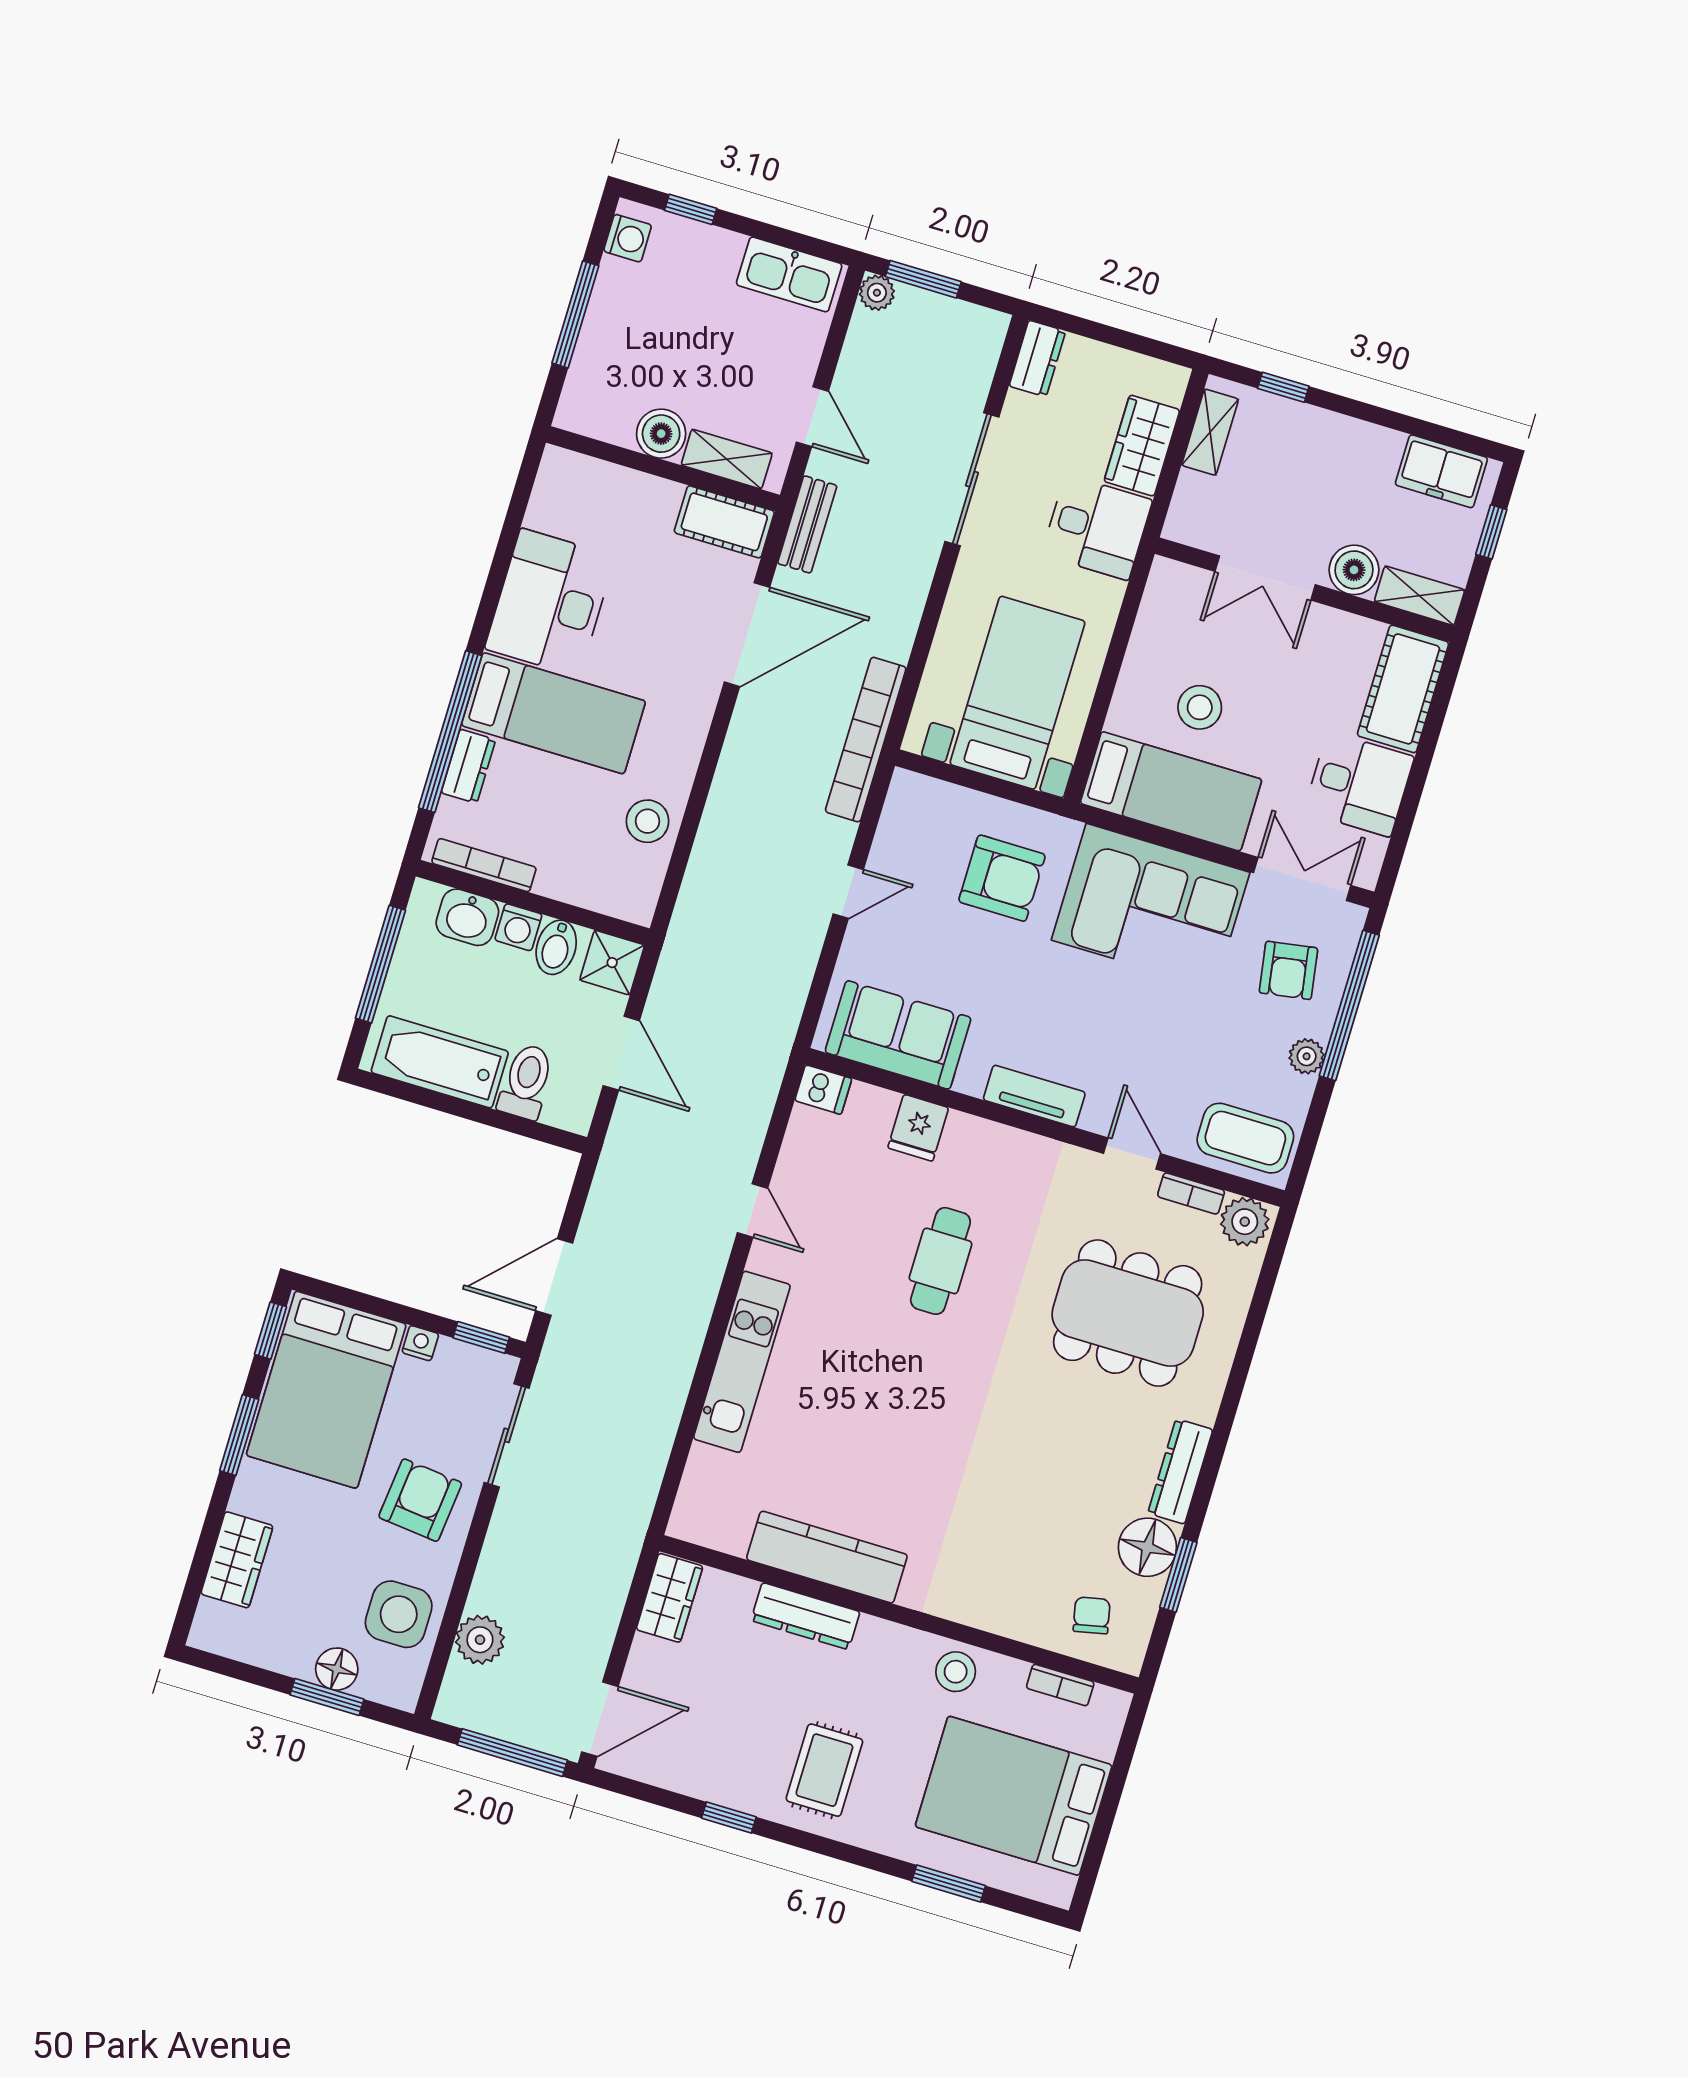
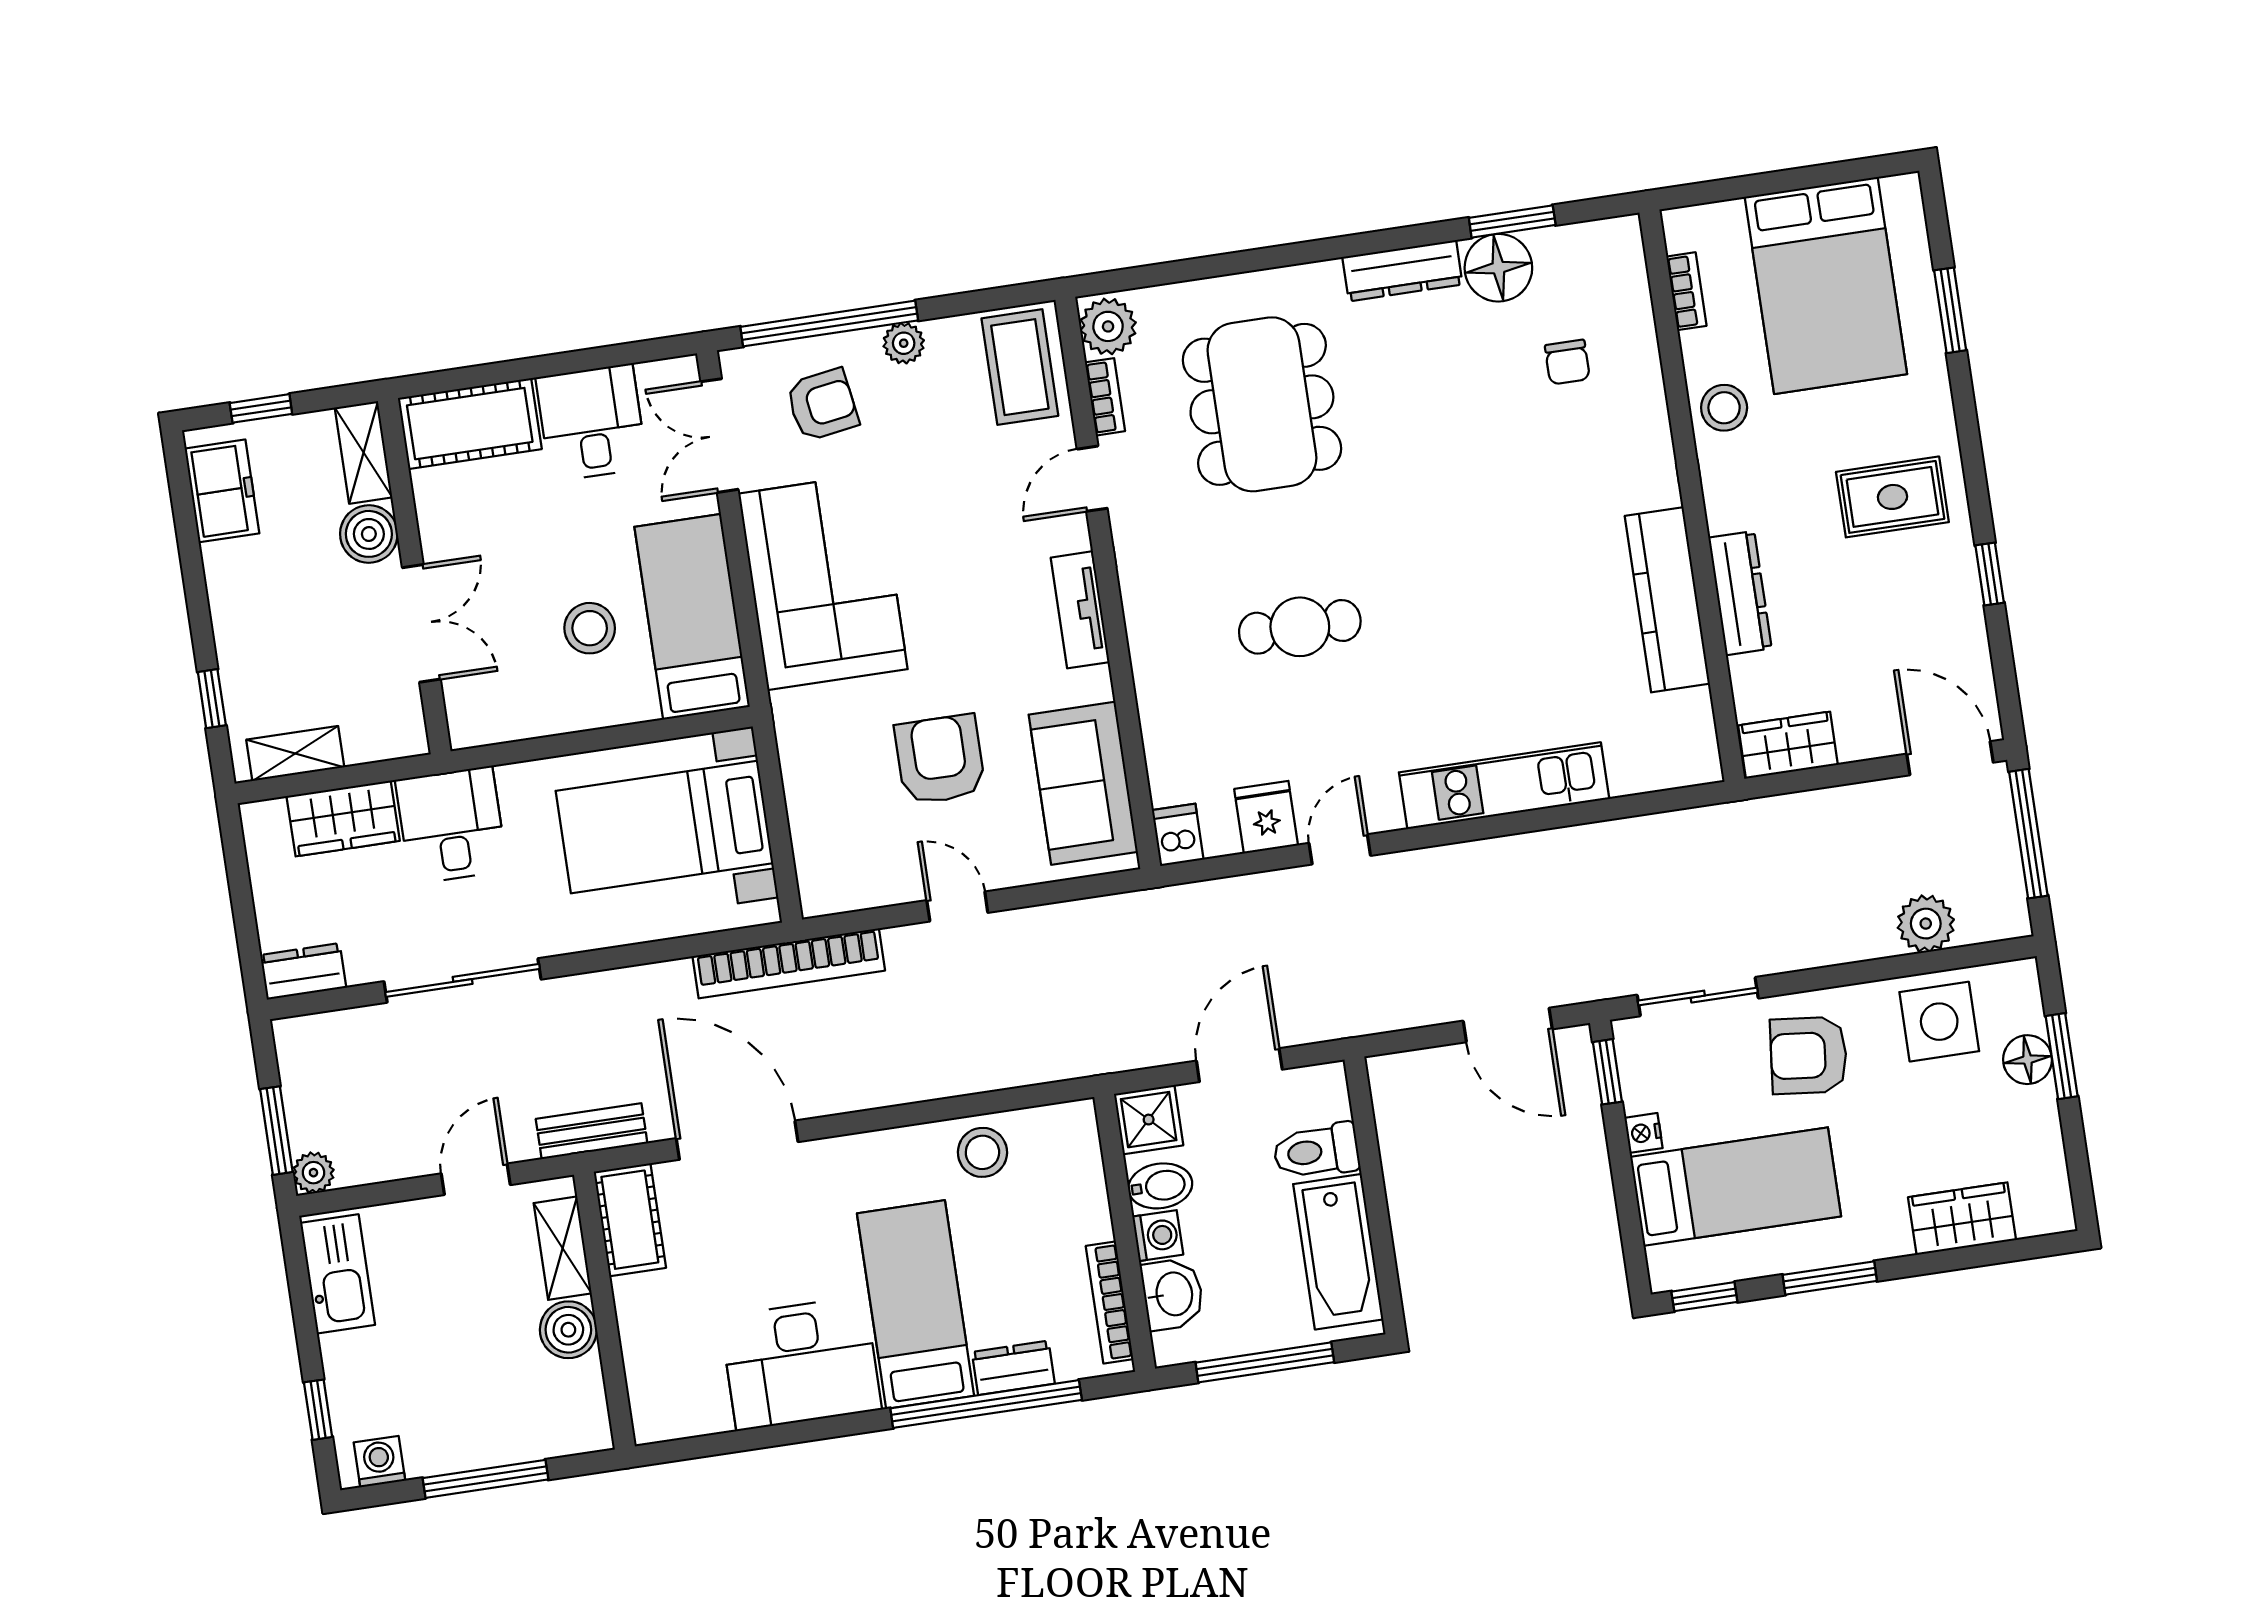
armchair: (1002, 878) -> (940, 759), moved
fridge: (918, 1128) -> (1266, 817), moved, turned -90
bed: (326, 1390) -> (1736, 1187), width x0.67
chair: (1092, 1615) -> (1567, 362), moved, turned -78

